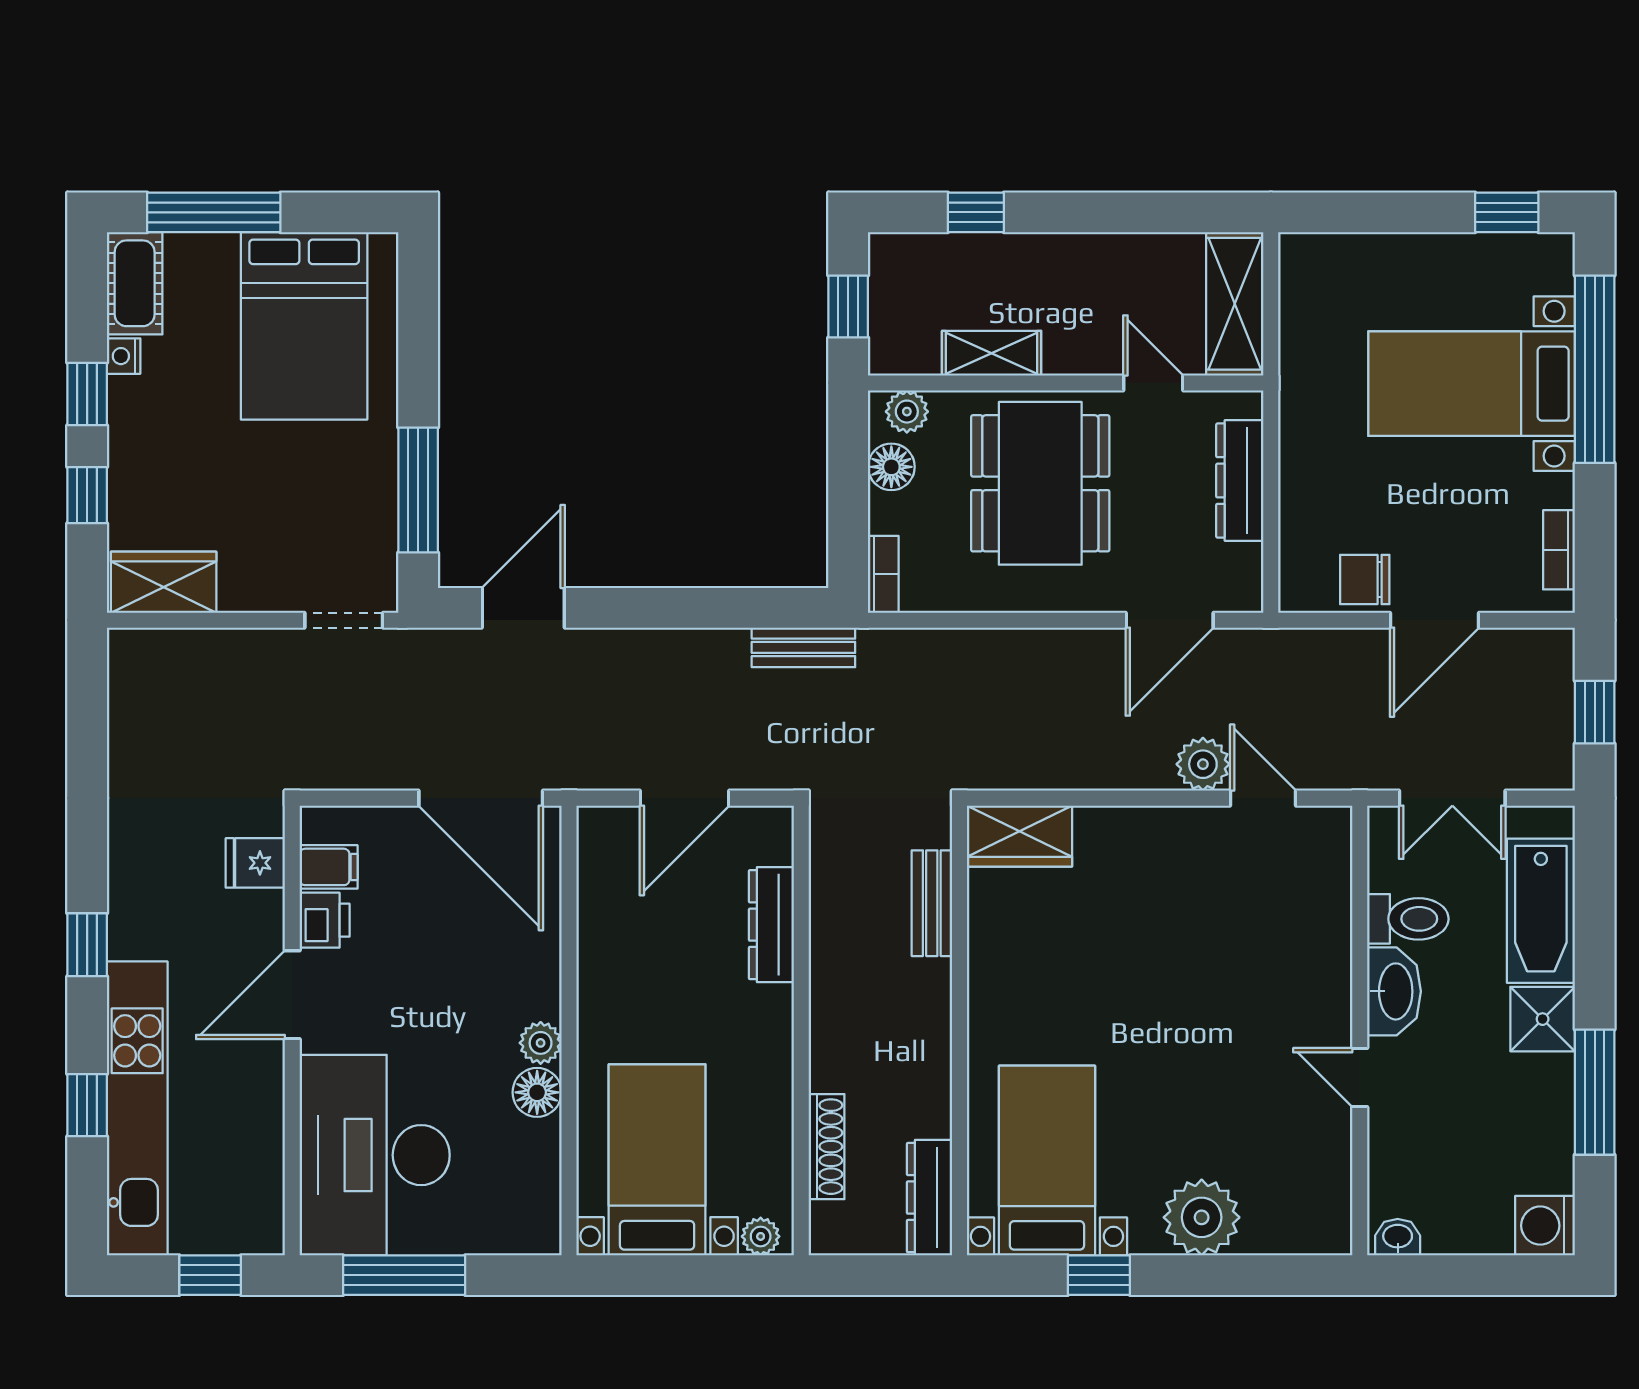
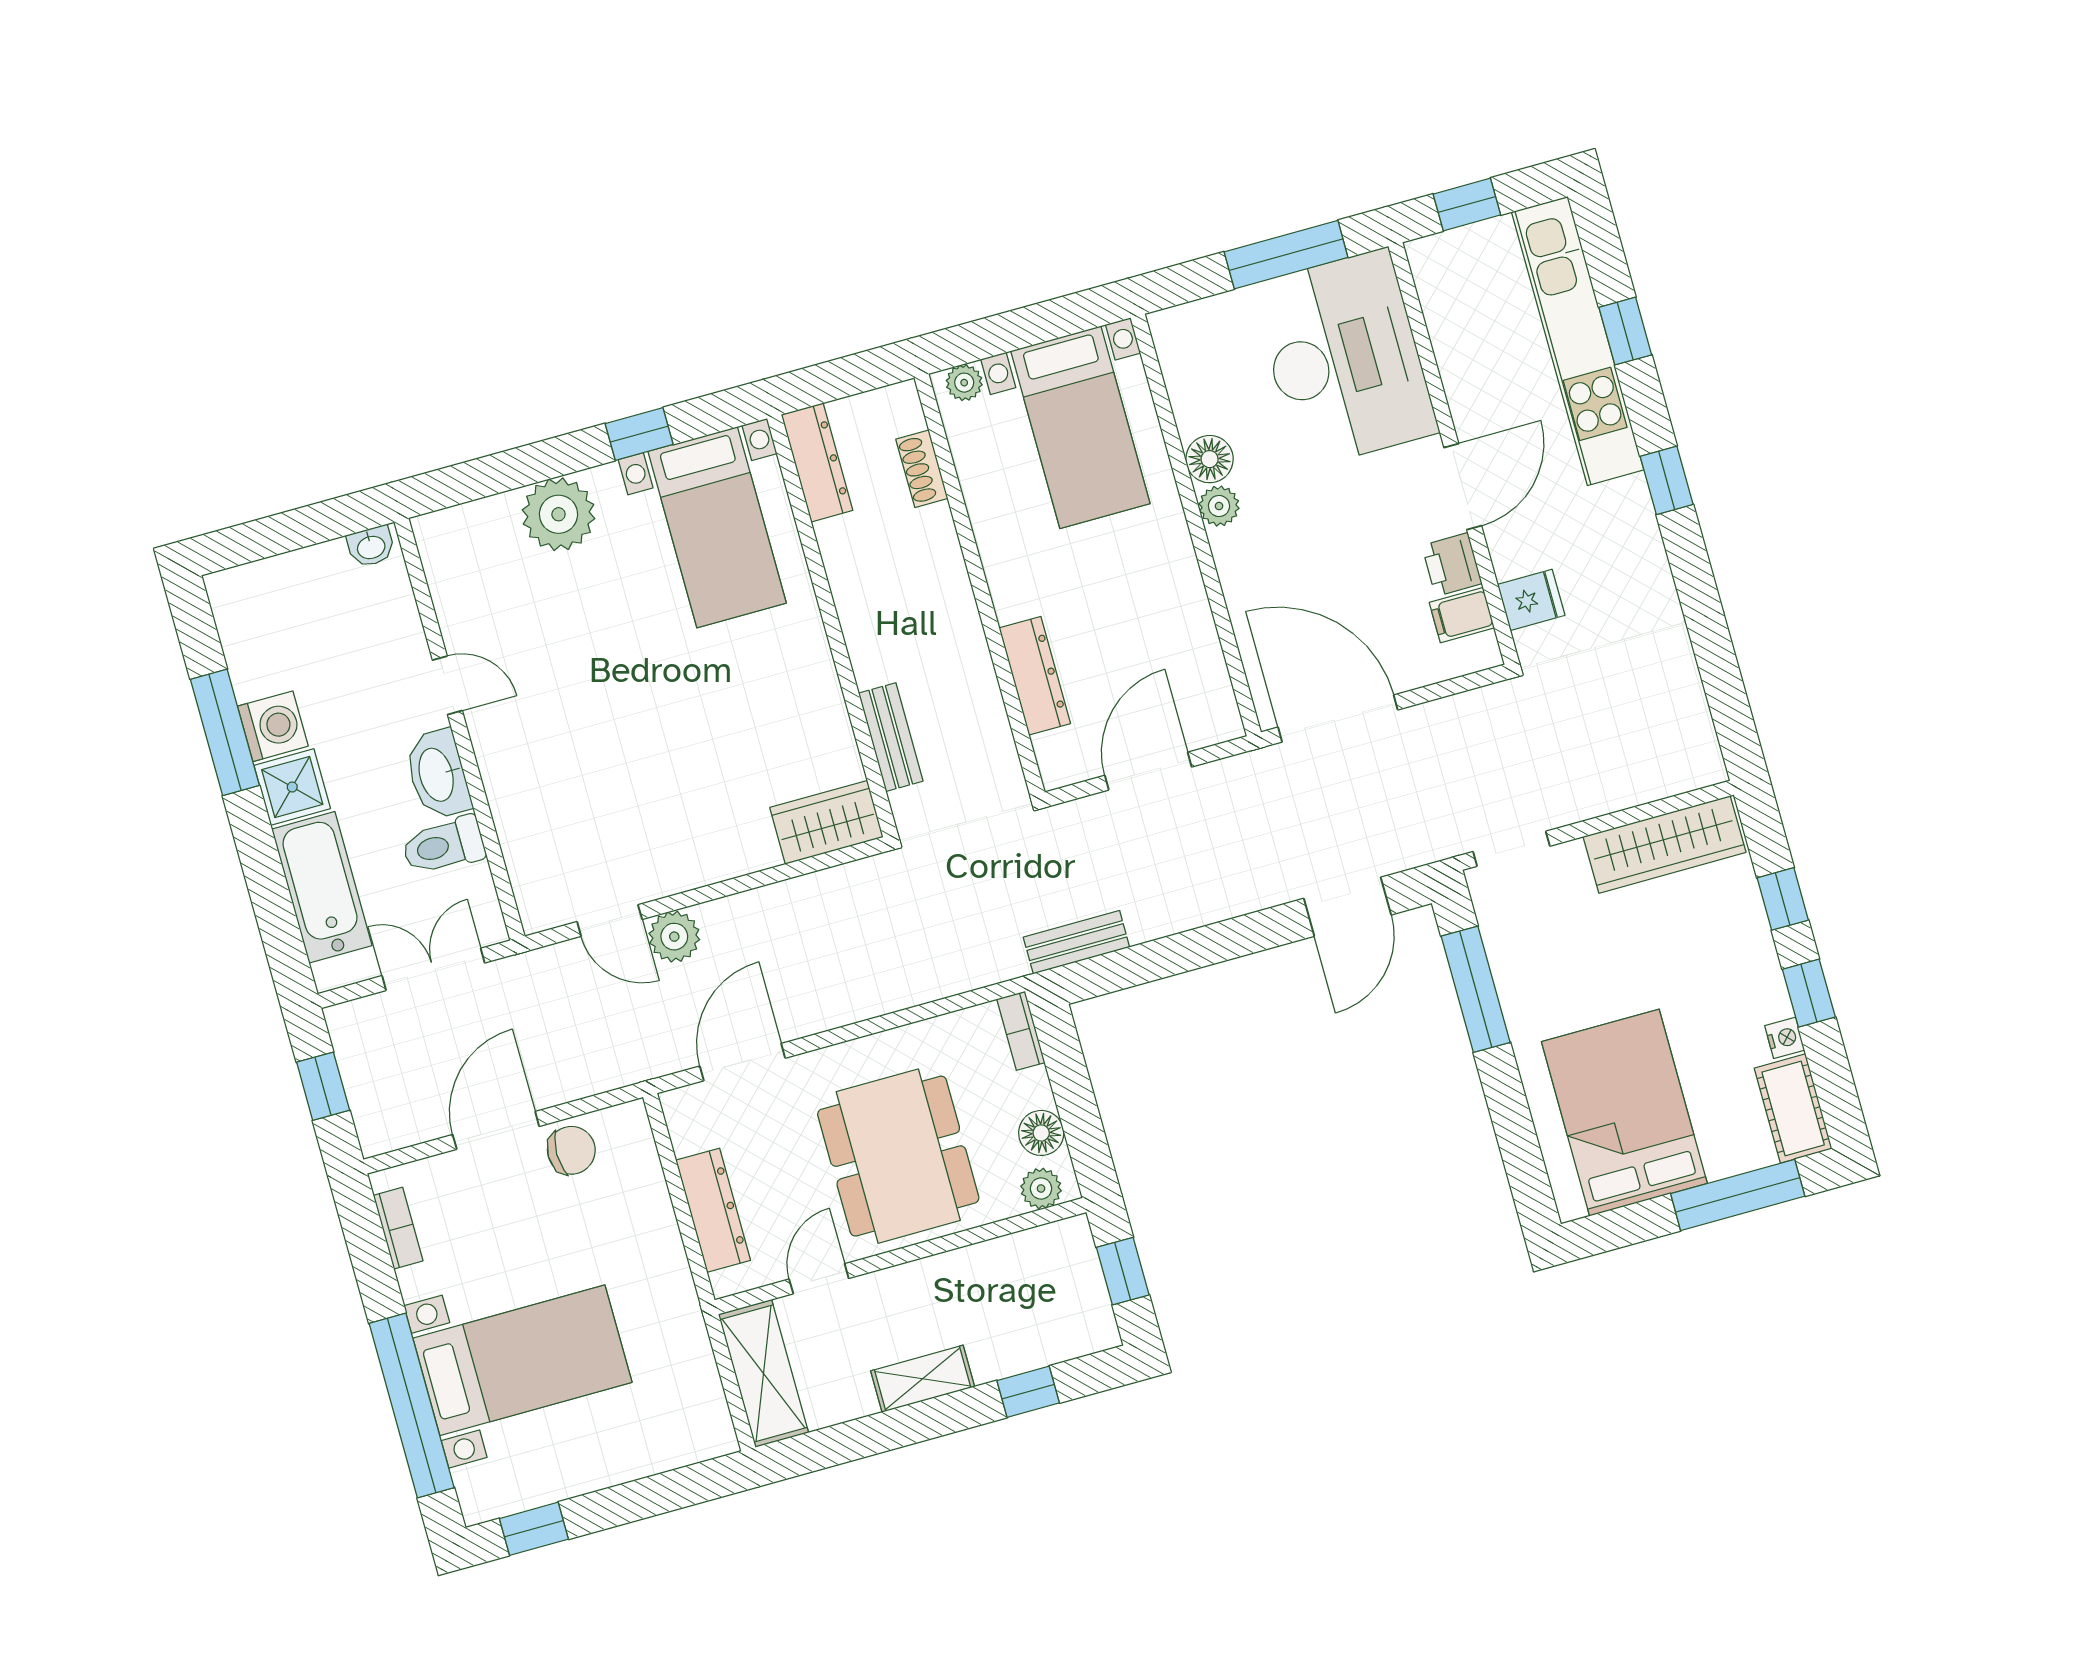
shelving: (992, 353) -> (923, 1379), moved
door: (1153, 383) -> (819, 1279), swing flipped
wardrobe: (164, 582) -> (1664, 844), width x1.50
shoe rack: (827, 1147) -> (922, 469), width x0.70
washing machine: (1545, 1226) -> (273, 726), moved

